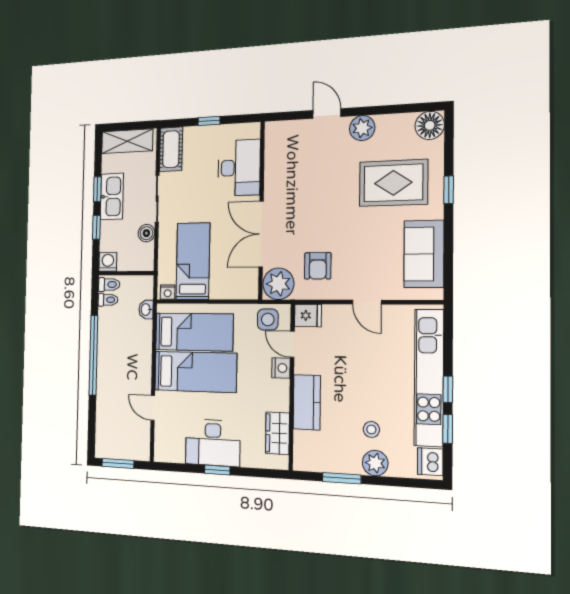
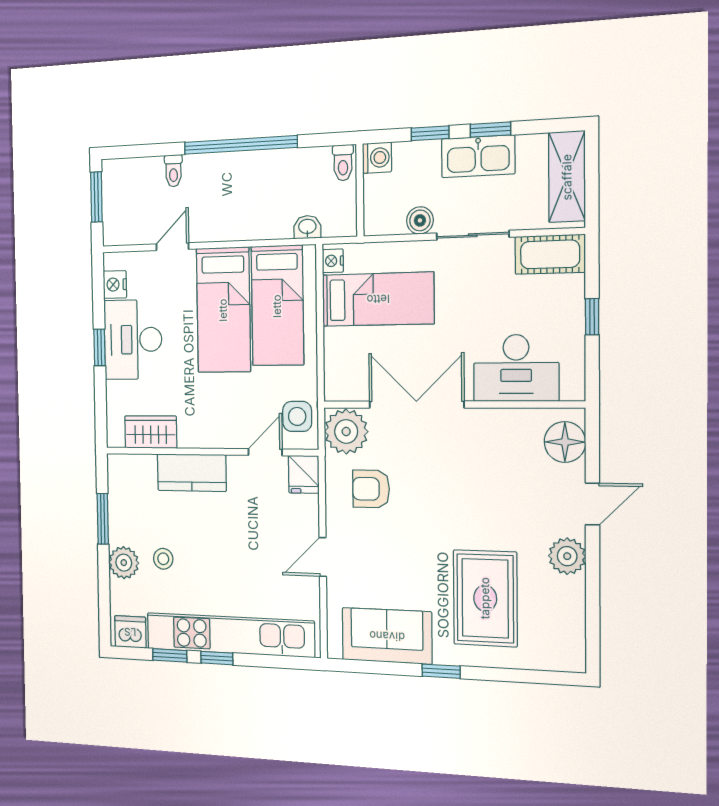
floor lamp: (430, 125) -> (565, 442), moved
window: (449, 190) -> (441, 671), moved
toilet: (108, 300) -> (173, 171), moved
nightstand: (281, 368) -> (115, 285), moved, turned 90

